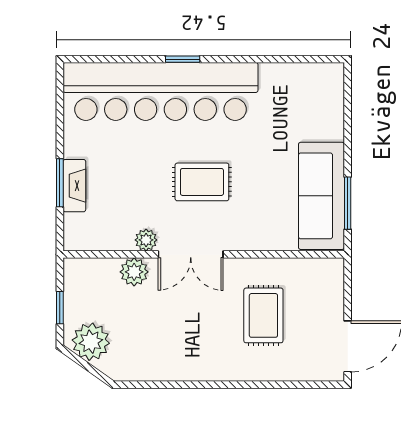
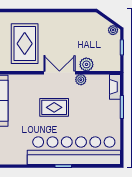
fireplace: (74, 186) -> (115, 87), moved
rug: (263, 315) -> (25, 44), width x1.36, depth x1.43
plant: (91, 342) -> (113, 30), width x0.53, depth x0.53

